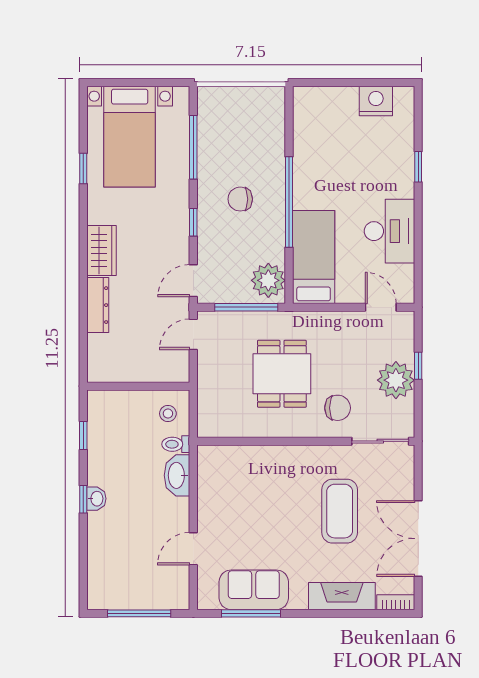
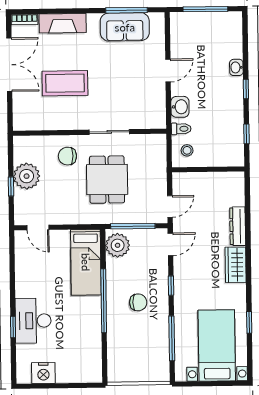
desk: (389, 231) -> (33, 321), moved
sliding door: (380, 441) -> (109, 132), moved
washbasin: (177, 475) -> (180, 107), width x0.72
washbasin: (96, 499) -> (236, 67), moved
coffee table: (340, 511) -> (65, 83), turned 90
door: (193, 549) -> (168, 70), moved

